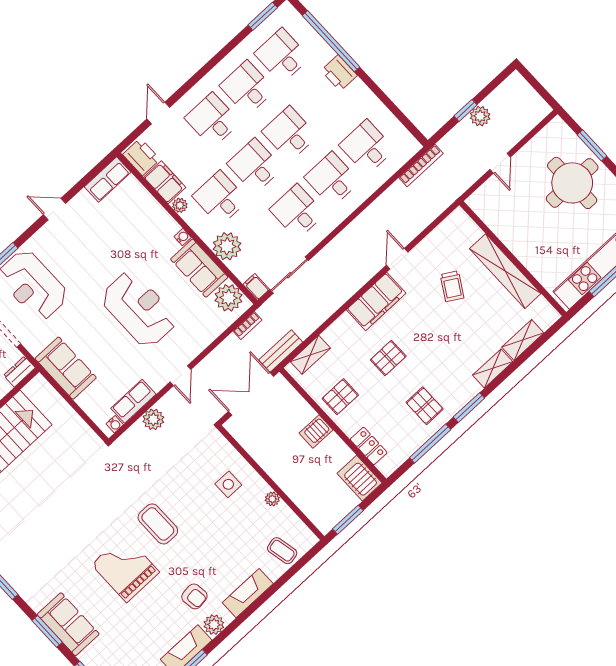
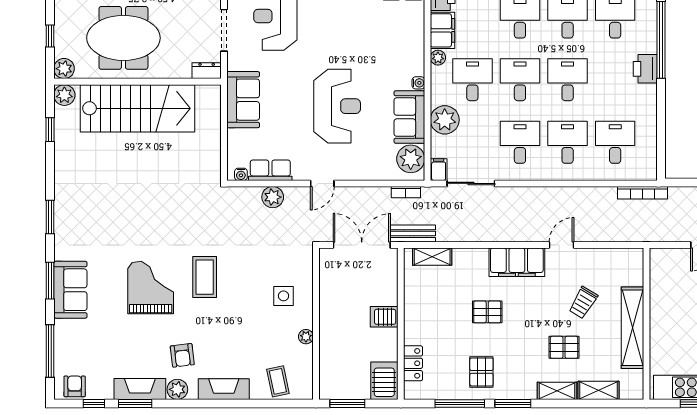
pallet: (340, 397) -> (564, 347), moved

